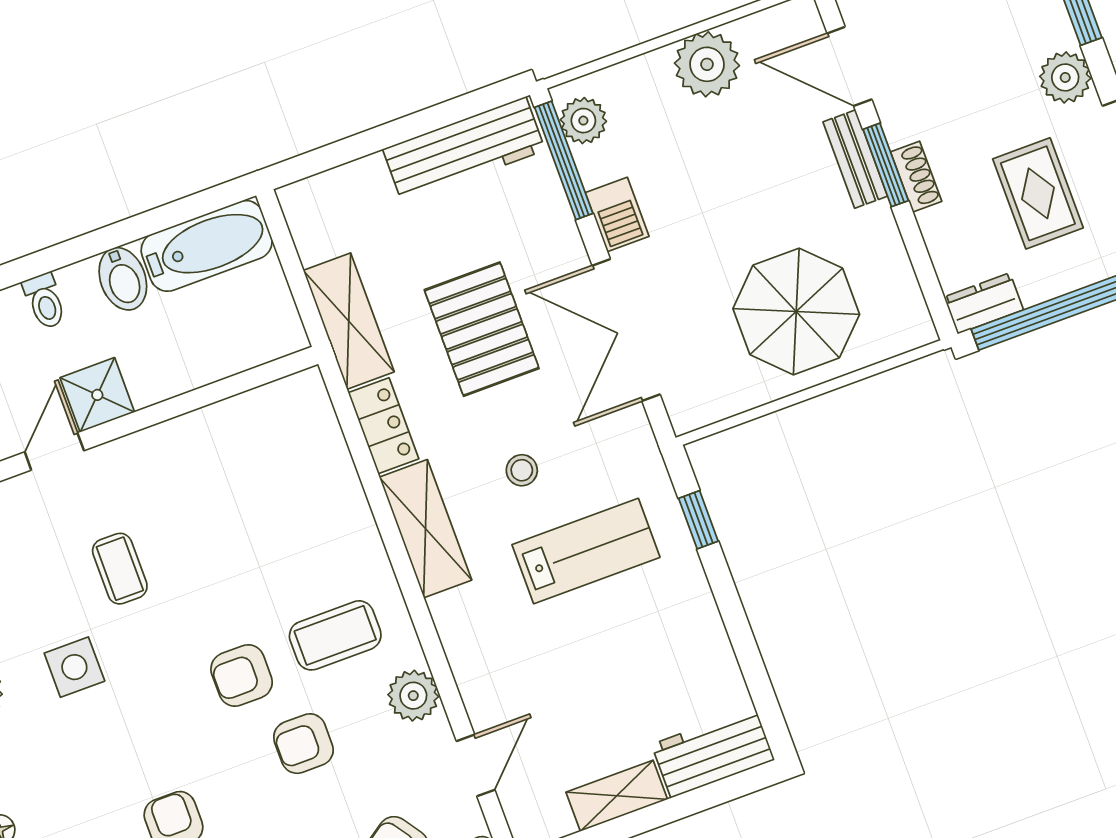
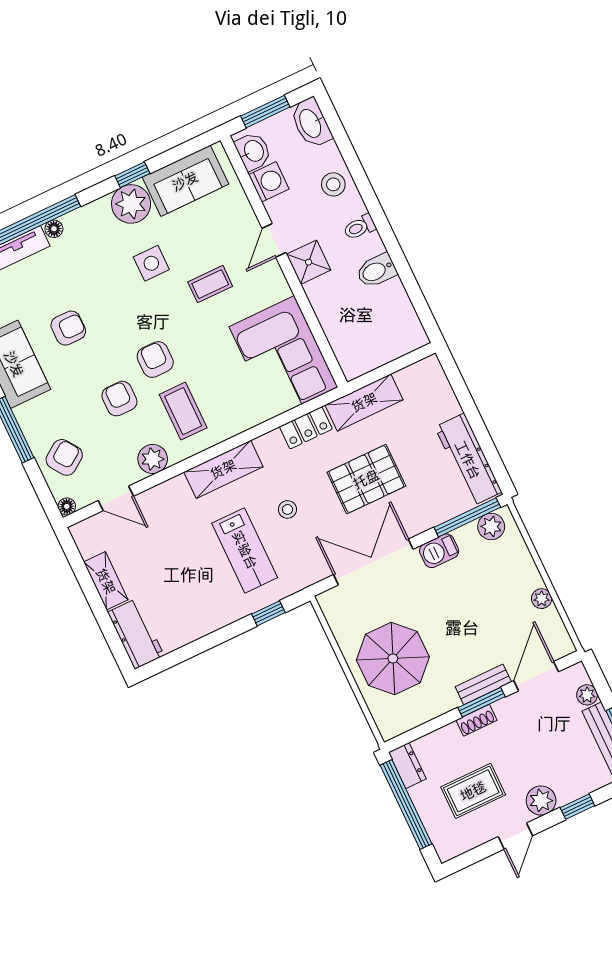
plant: (707, 64) -> (542, 599), width x0.53, depth x0.53
bathtub: (207, 246) -> (400, 317), removed
door: (54, 451) -> (274, 240), swing flipped
corner sofa: (257, 453) -> (283, 357), added
shelving: (426, 529) -> (223, 469), moved

